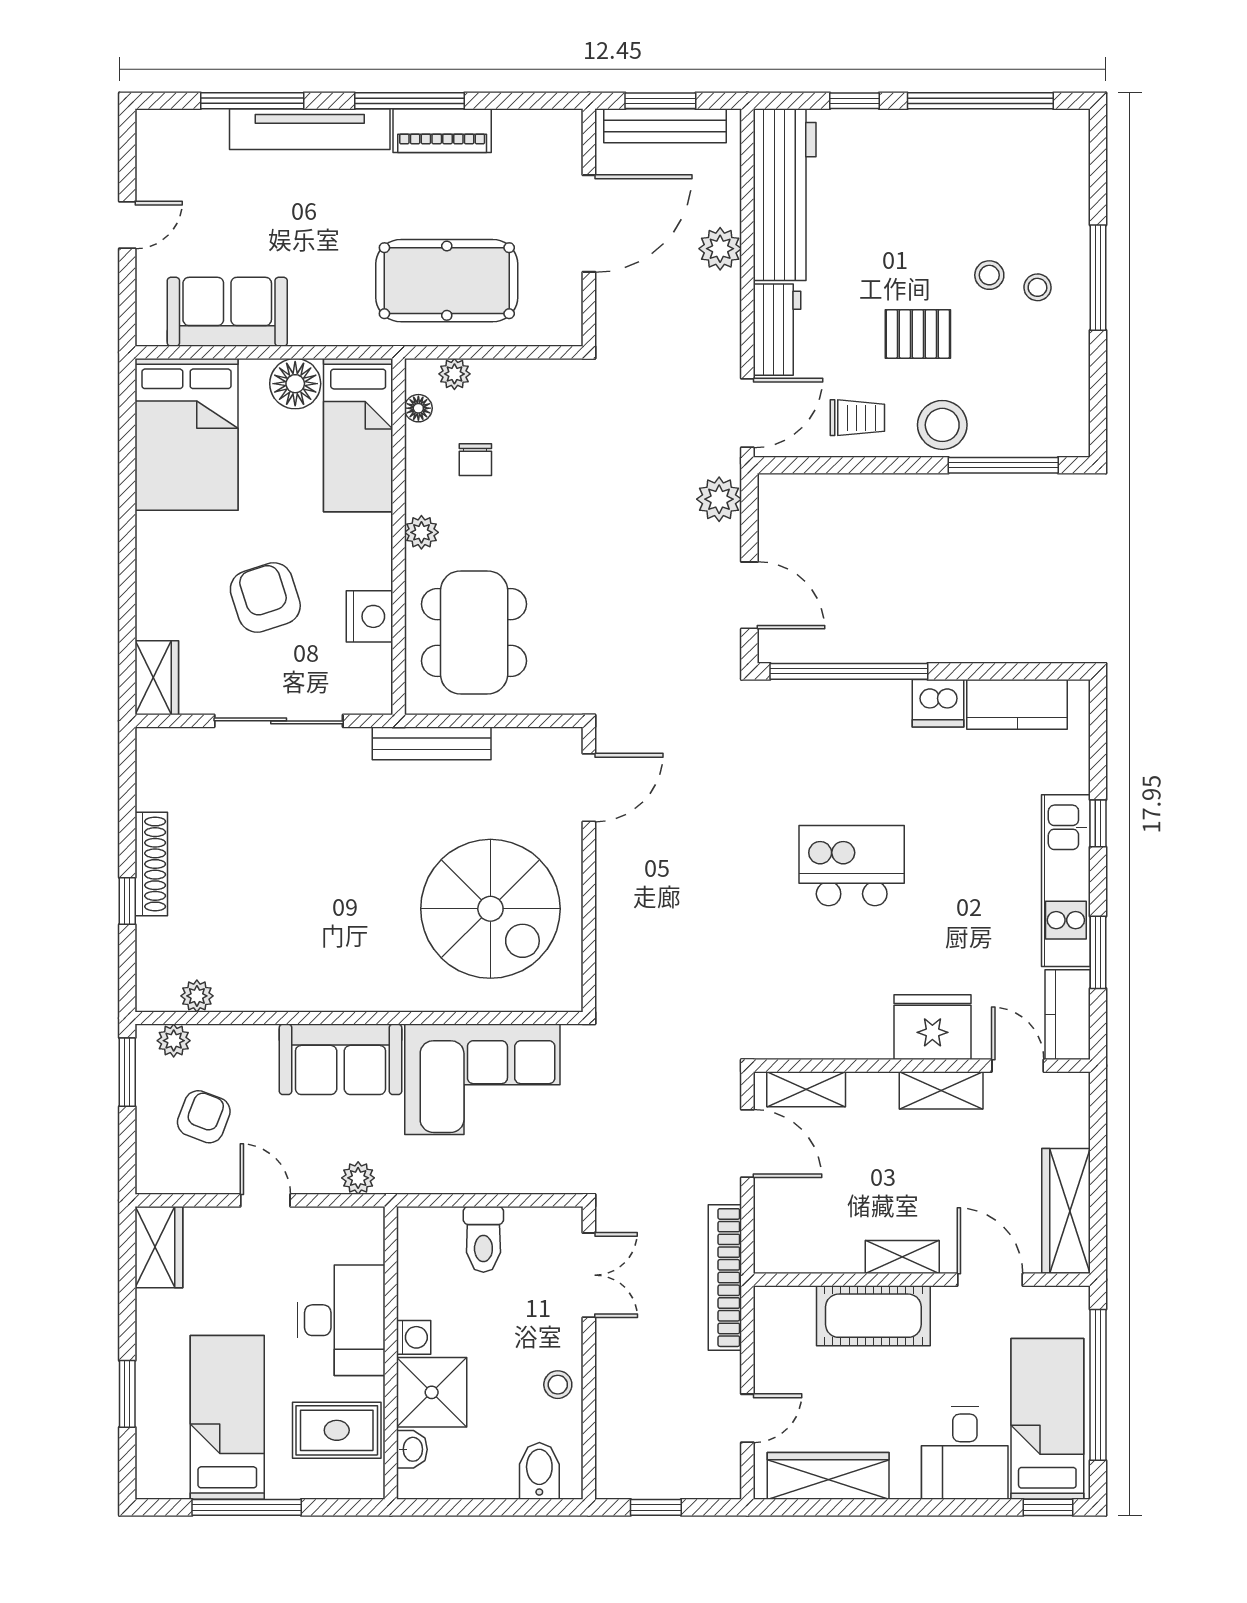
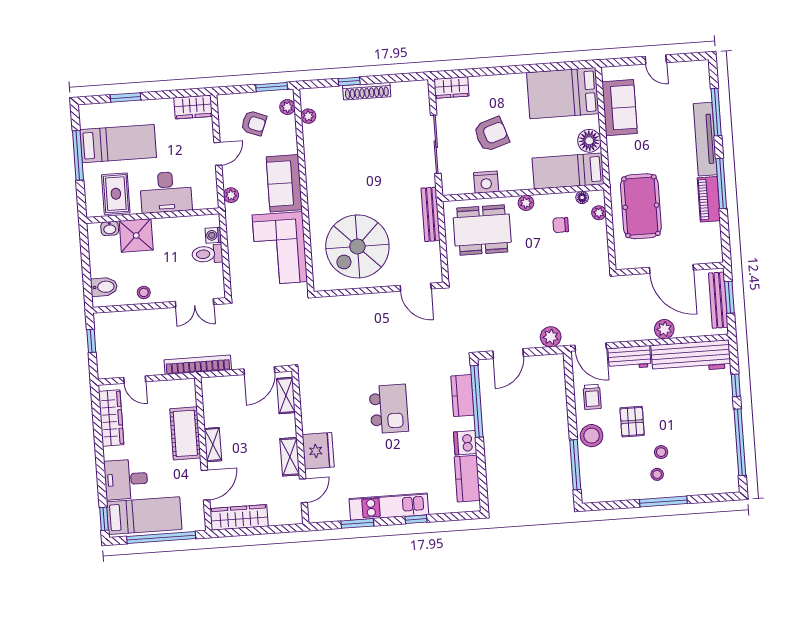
kitchen counter: (1068, 1015) -> (463, 396), moved, turned -90
washing machine: (414, 1337) -> (213, 235), moved, turned 90

